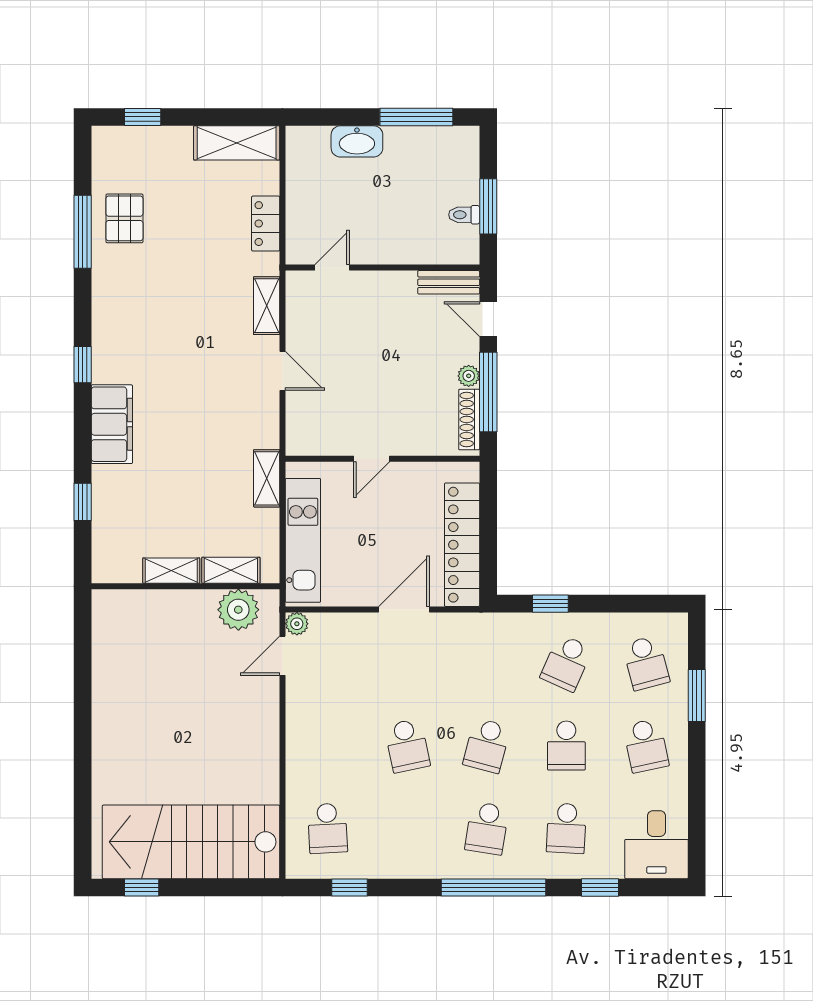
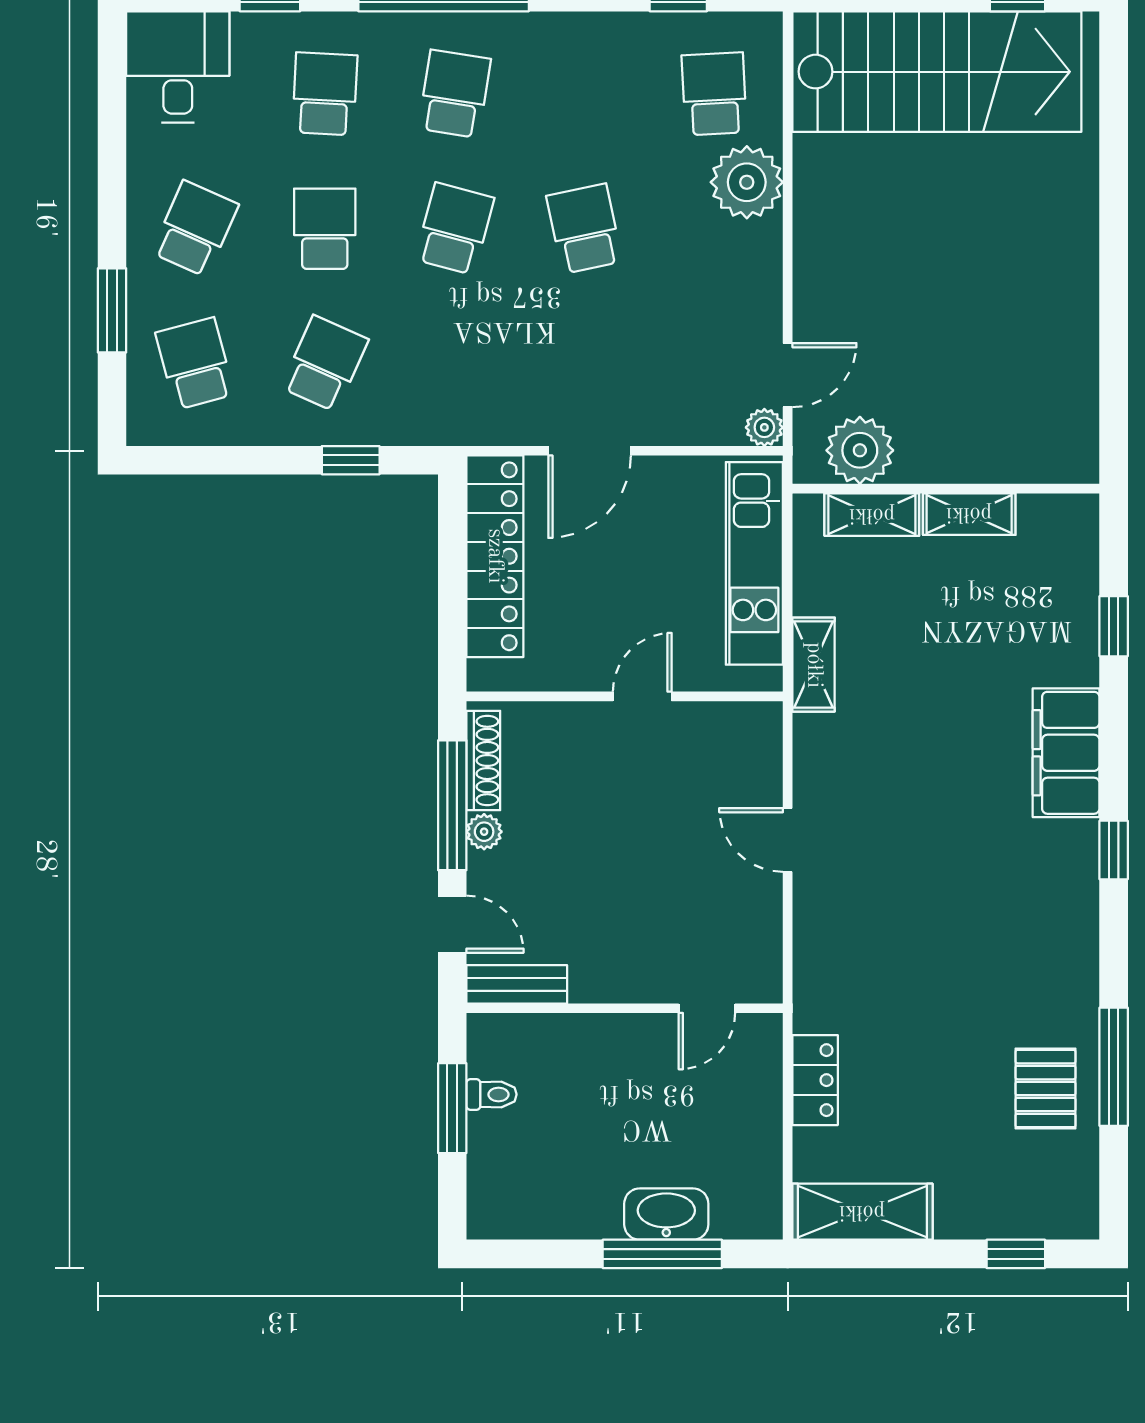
window: (416, 117) -> (662, 1254), moved
shelving: (267, 306) -> (814, 946), removed
school desk: (646, 746) -> (195, 229), turned 36
plant: (308, 774) -> (747, 182), added

